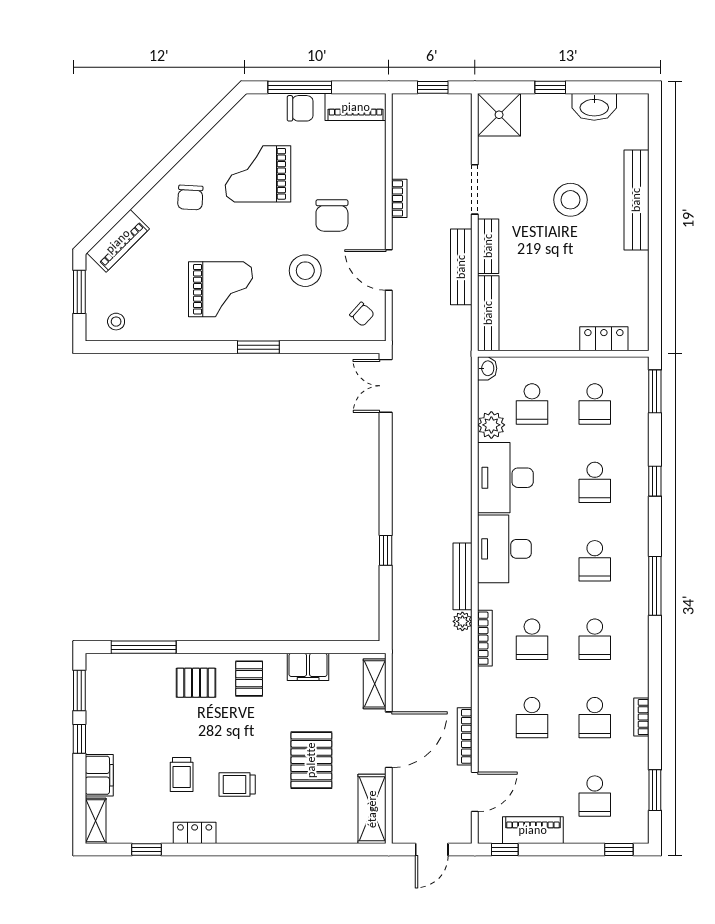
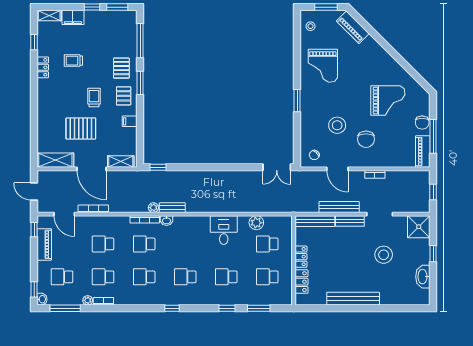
window: (300, 87) -> (433, 136), moved
grand piano: (258, 174) -> (388, 100), turned 90
chair: (190, 198) -> (375, 65), removed
stool: (570, 200) -> (384, 255), moved
bench: (636, 200) -> (353, 299), moved
chair: (332, 215) -> (366, 139), turned -90
door: (389, 270) -> (337, 169), swing flipped
grand piano: (220, 289) -> (323, 66), moved
locker: (556, 340) -> (301, 257), added
washbasin: (487, 368) -> (166, 221), moved
double door: (386, 386) -> (277, 167), swing flipped
window: (655, 391) -> (259, 308), moved
desk: (505, 478) -> (224, 230), width x0.73
desk: (504, 549) -> (191, 230), removed
window: (386, 550) -> (158, 167), moved
bench: (463, 576) -> (172, 208), width x0.73
window: (655, 586) -> (172, 308), width x0.46
window: (224, 647) -> (140, 83), added
filing cabinet: (308, 667) -> (130, 121), width x0.50
pallet: (249, 679) -> (124, 96), turned 90
plant: (640, 747) -> (88, 300), added
trolley: (237, 784) -> (94, 97), moved
window: (655, 790) -> (65, 308), width x1.44
washbasin: (638, 834) -> (42, 299), added

